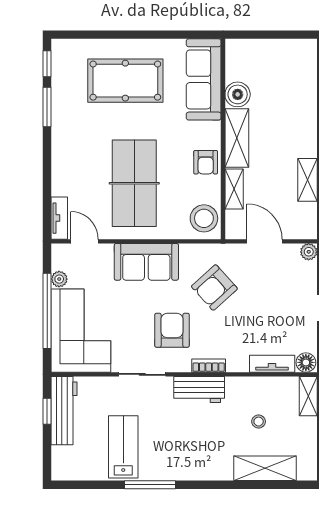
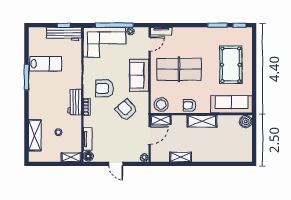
boiler: (238, 94) -> (246, 122), moved
shelving: (234, 189) -> (161, 120), moved
armchair: (172, 330) -> (105, 88), turned 180

